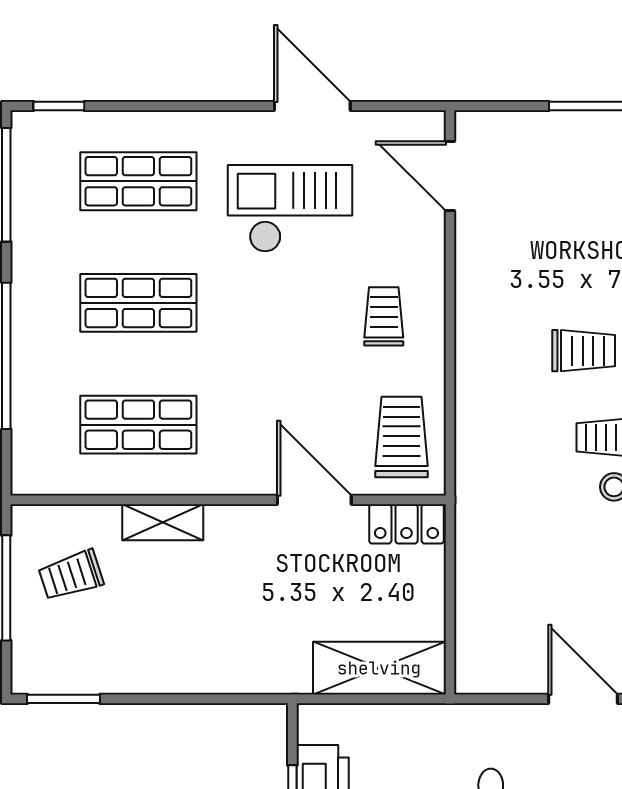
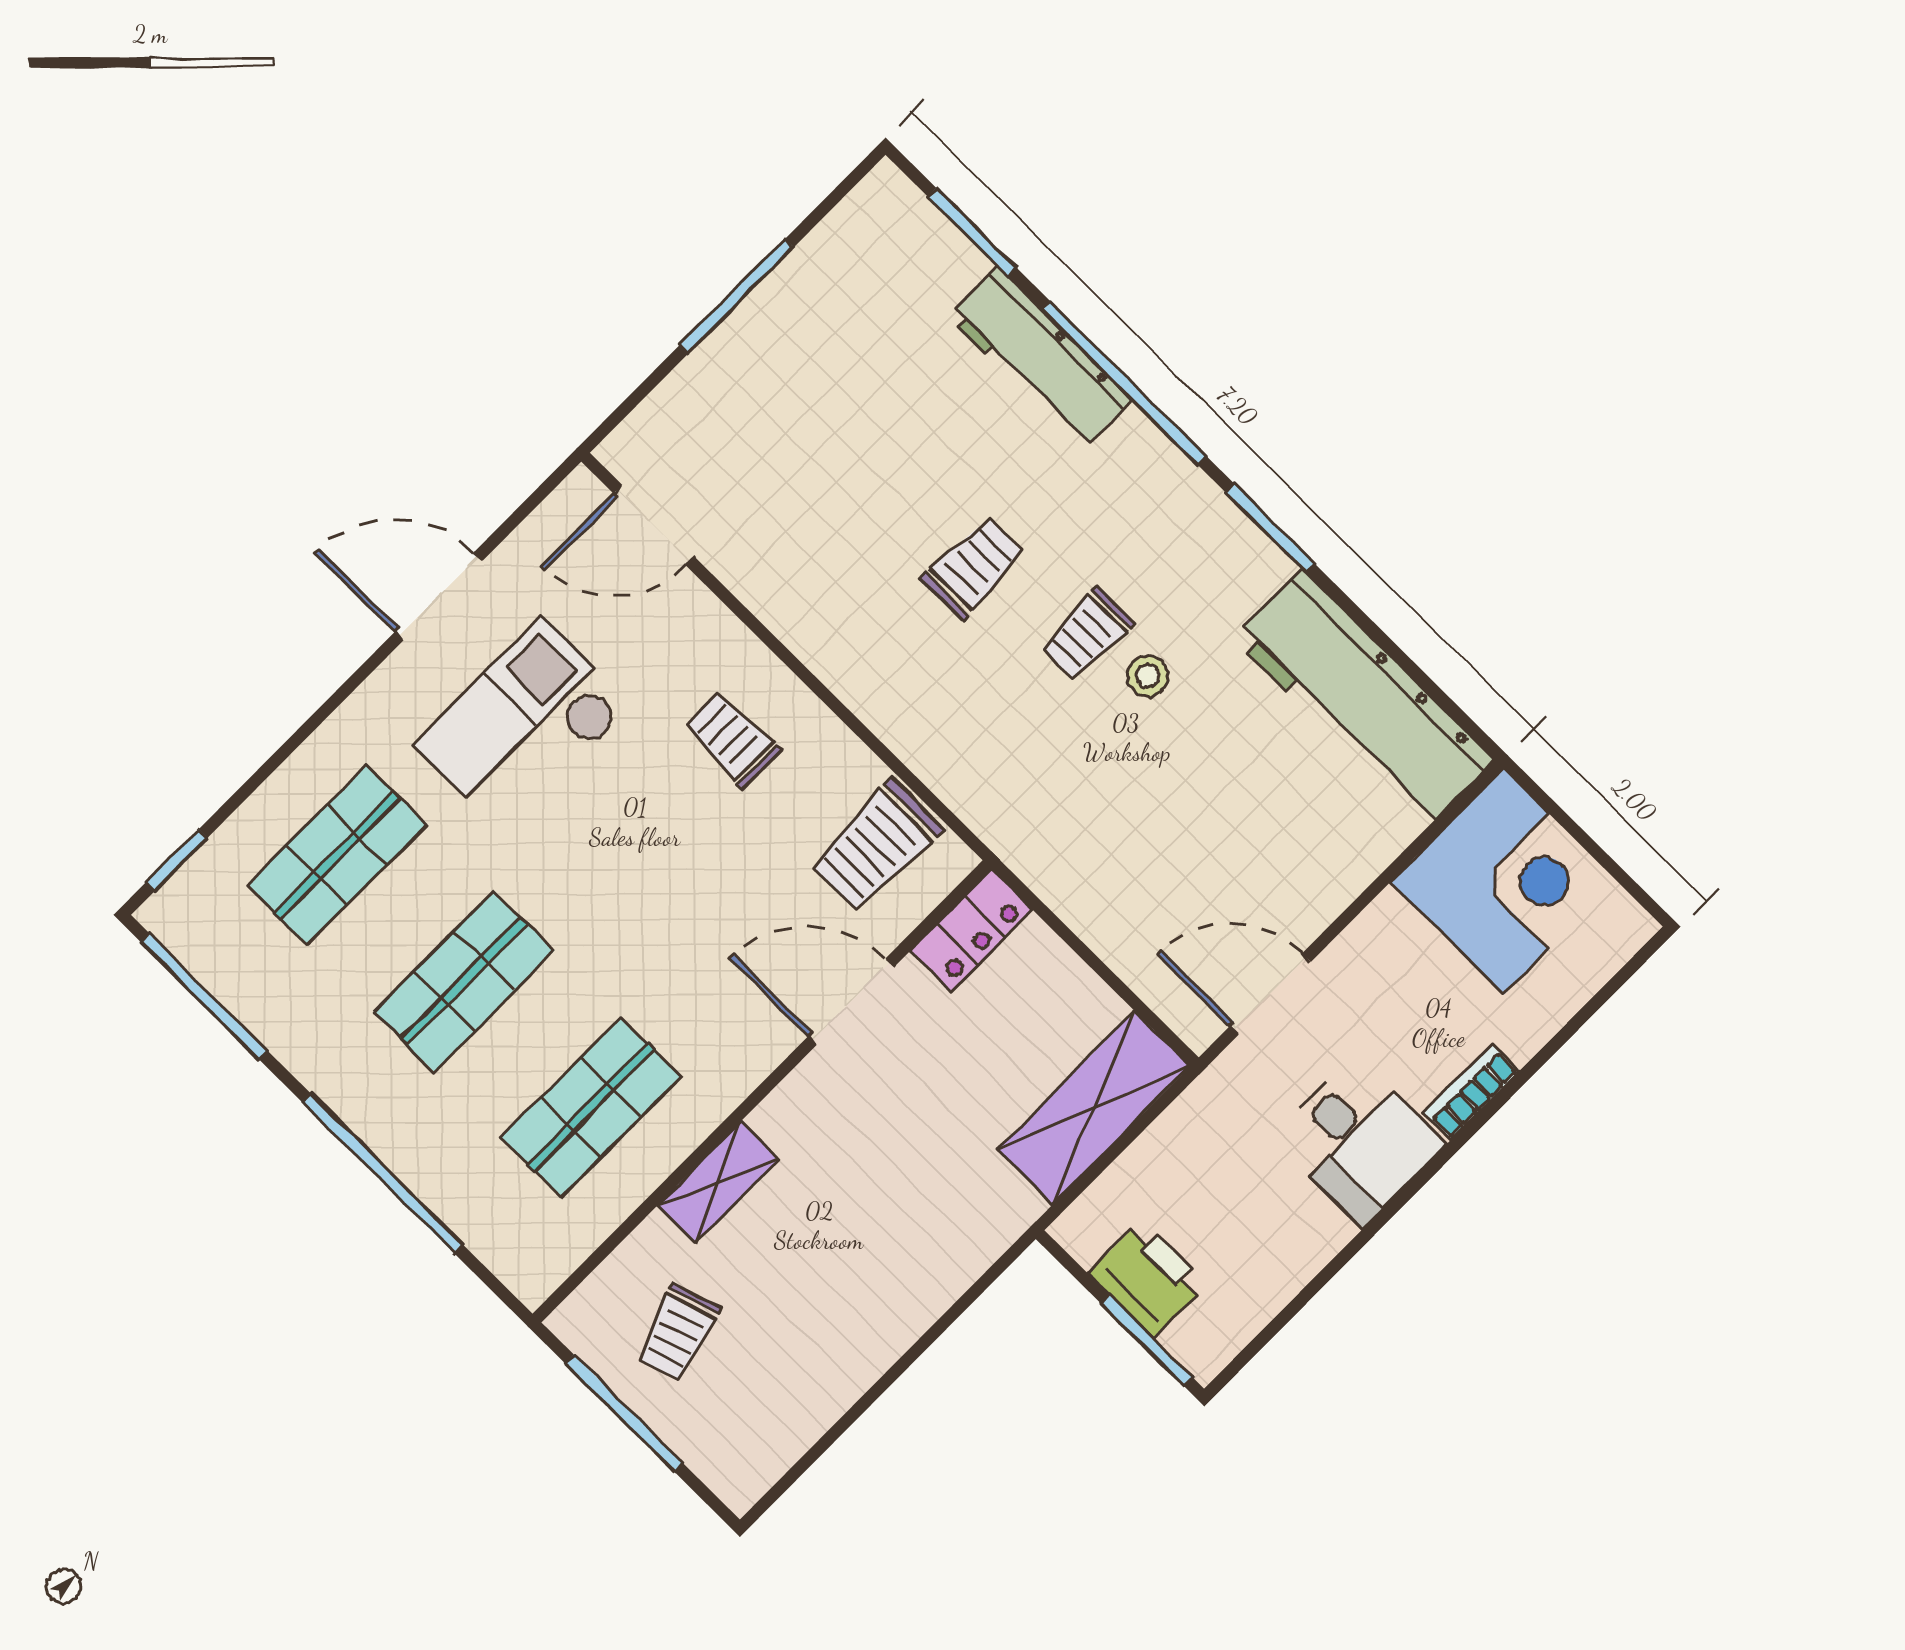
trolley: (402, 437) -> (876, 846), turned -90
window: (63, 699) -> (799, 1469), removed
door: (583, 699) -> (1270, 994), moved

